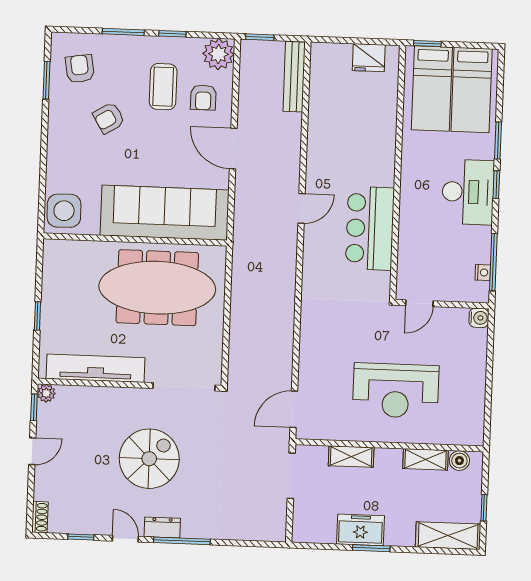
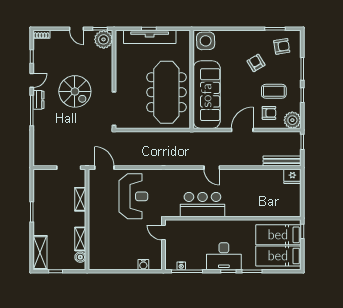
fridge: (369, 58) -> (292, 176), moved, turned -90
armchair: (203, 97) -> (269, 113), turned 180
water cooler: (479, 318) -> (143, 265), moved
tv unit: (96, 368) -> (150, 37), moved, turned 90
reception desk: (396, 391) -> (133, 196), moved, turned 180
plant: (46, 393) -> (104, 39), width x1.87, depth x1.87
freezer: (360, 530) -> (41, 206), removed

